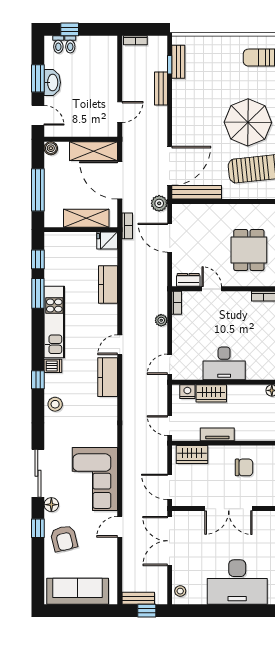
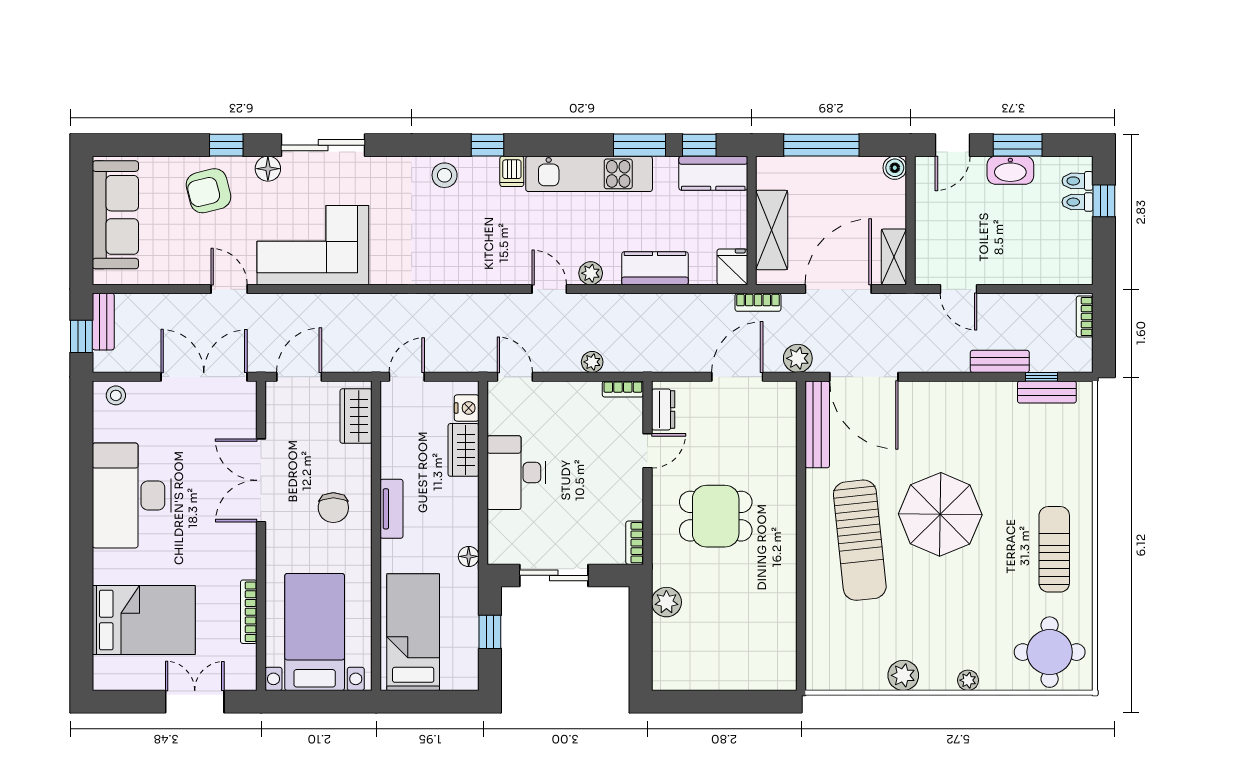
shelving: (94, 151) -> (894, 257), width x0.67, depth x0.75
plant: (111, 321) -> (591, 273), added
kitchen counter: (108, 377) -> (713, 173), moved, turned 180
tv unit: (217, 434) -> (392, 509), moved

